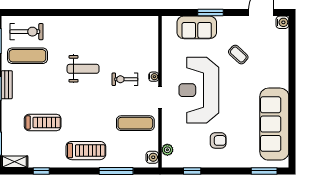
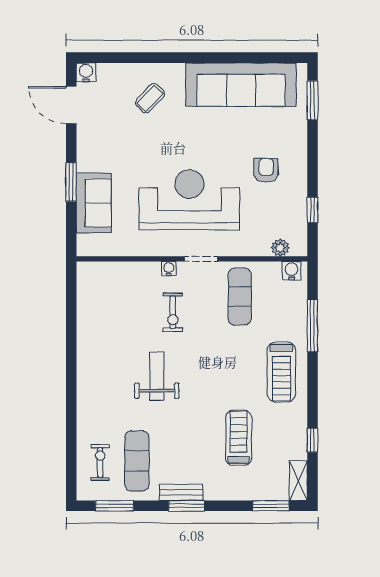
exercise bike: (26, 32) -> (100, 462), width x0.73, depth x0.72
coffee table: (238, 55) -> (150, 98), moved
reception desk: (199, 90) -> (189, 200), turned 180
treadmill: (86, 151) -> (281, 372), turned 180

